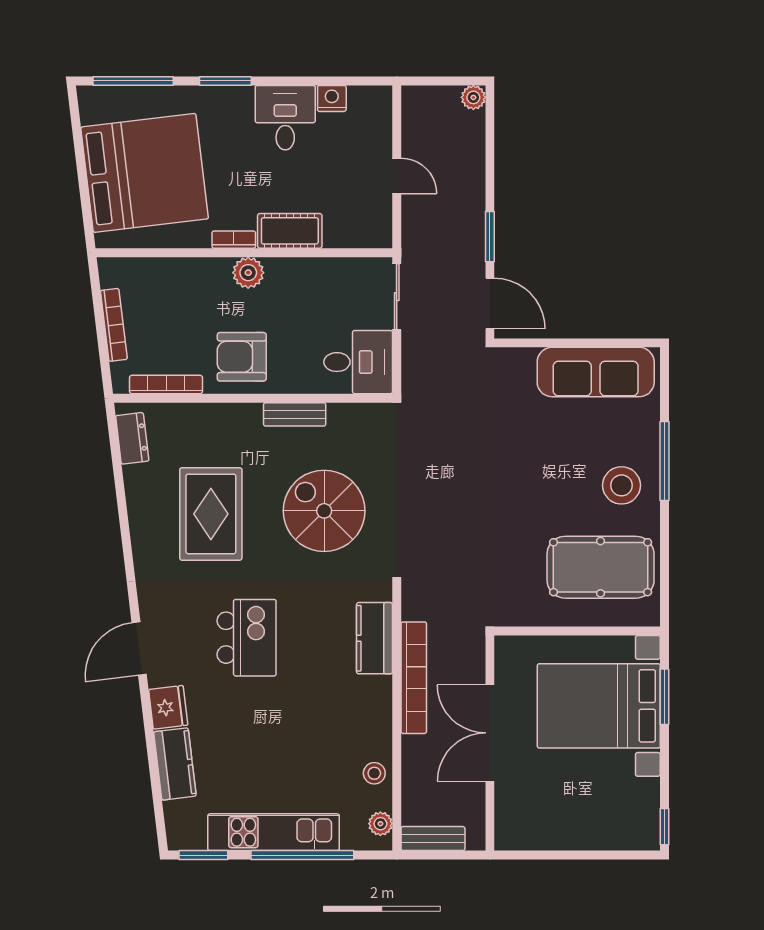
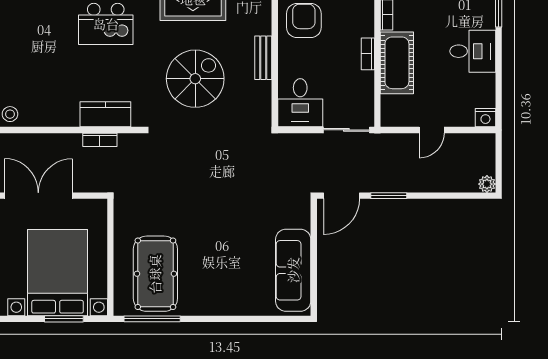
nightstand: (332, 98) -> (485, 118), moved, turned 90
cot: (290, 231) -> (397, 63), width x1.37, depth x1.34
bookcase: (289, 266) -> (368, 54), added
plant: (248, 273) -> (363, 25), removed
window: (664, 461) -> (152, 319), moved
stool: (622, 485) -> (213, 289), removed
bookcase: (414, 678) -> (100, 140), width x0.43, depth x0.76

